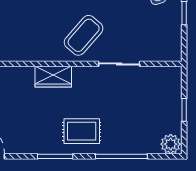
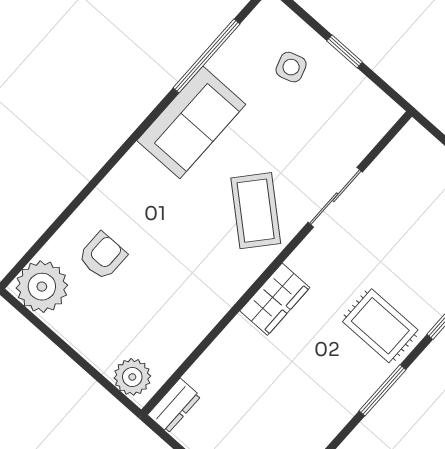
rug: (82, 131) -> (380, 326), turned 90

